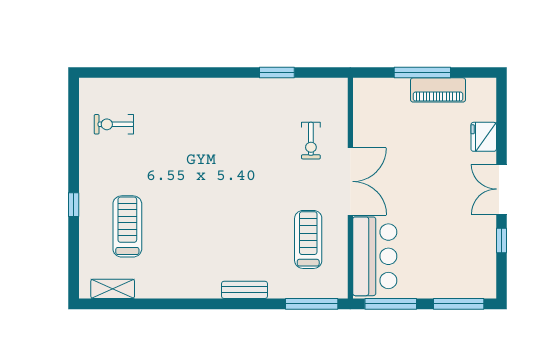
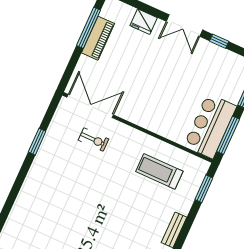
window: (422, 72) -> (89, 28), moved
double door: (350, 181) -> (90, 106), moved
bar counter: (375, 256) -> (210, 126), moved, turned -90
window: (312, 304) -> (204, 189), width x0.69

